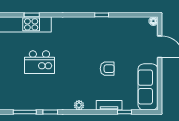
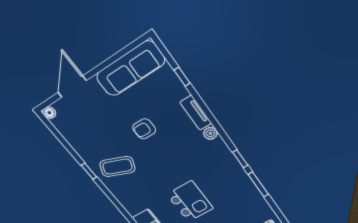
coffee table: (93, 35) -> (117, 167), added
armchair: (107, 69) -> (144, 129), turned -90
tv unit: (109, 105) -> (196, 113), moved

